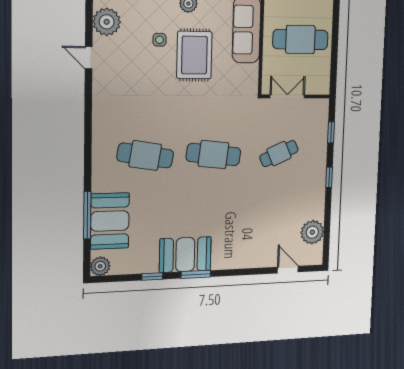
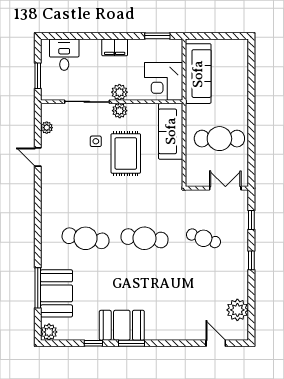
plant: (107, 22) -> (47, 128), width x0.53, depth x0.53
double door: (287, 96) -> (225, 188), moved
cafe table: (279, 154) -> (203, 238), turned 42

